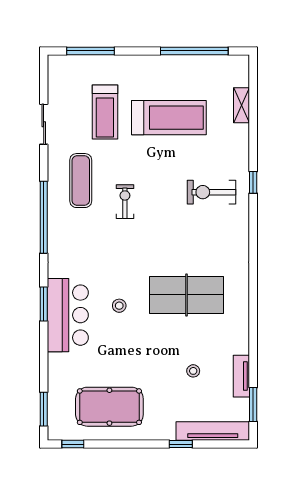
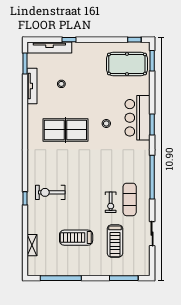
treadmill: (105, 112) -> (115, 241), turned 180
treadmill: (169, 118) -> (76, 238), width x0.73, depth x0.73
exercise bike: (211, 192) -> (50, 192), turned 180
exercise bike: (125, 202) -> (111, 202), moved
tv unit: (241, 376) -> (32, 86), width x1.41
pool table: (109, 407) -> (127, 64), moved

